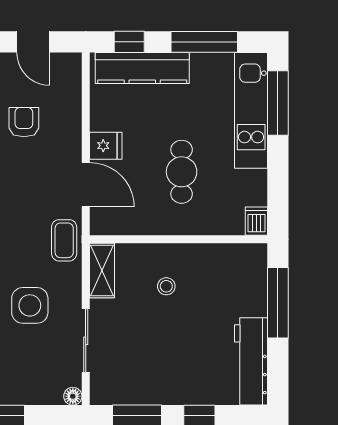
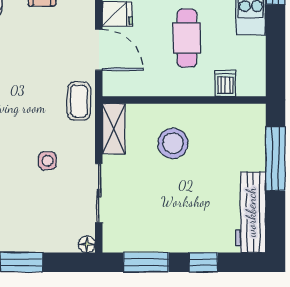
dishwasher: (256, 221) -> (225, 83), moved
stool: (166, 286) -> (173, 143), width x1.89, depth x1.89
side table: (30, 305) -> (47, 161), width x0.54, depth x0.54

